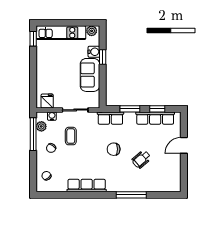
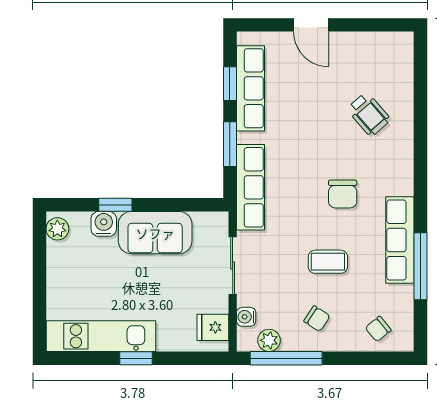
kitchen unit: (61, 33) -> (101, 336), moved, turned -90
window: (33, 39) -> (136, 358), moved
row of seats: (110, 118) -> (250, 187), width x1.48
coffee table: (71, 136) -> (328, 262), moved
chair: (114, 149) -> (343, 194), moved
wheelchair: (141, 159) -> (369, 114), moved
window: (131, 195) -> (420, 266), moved

